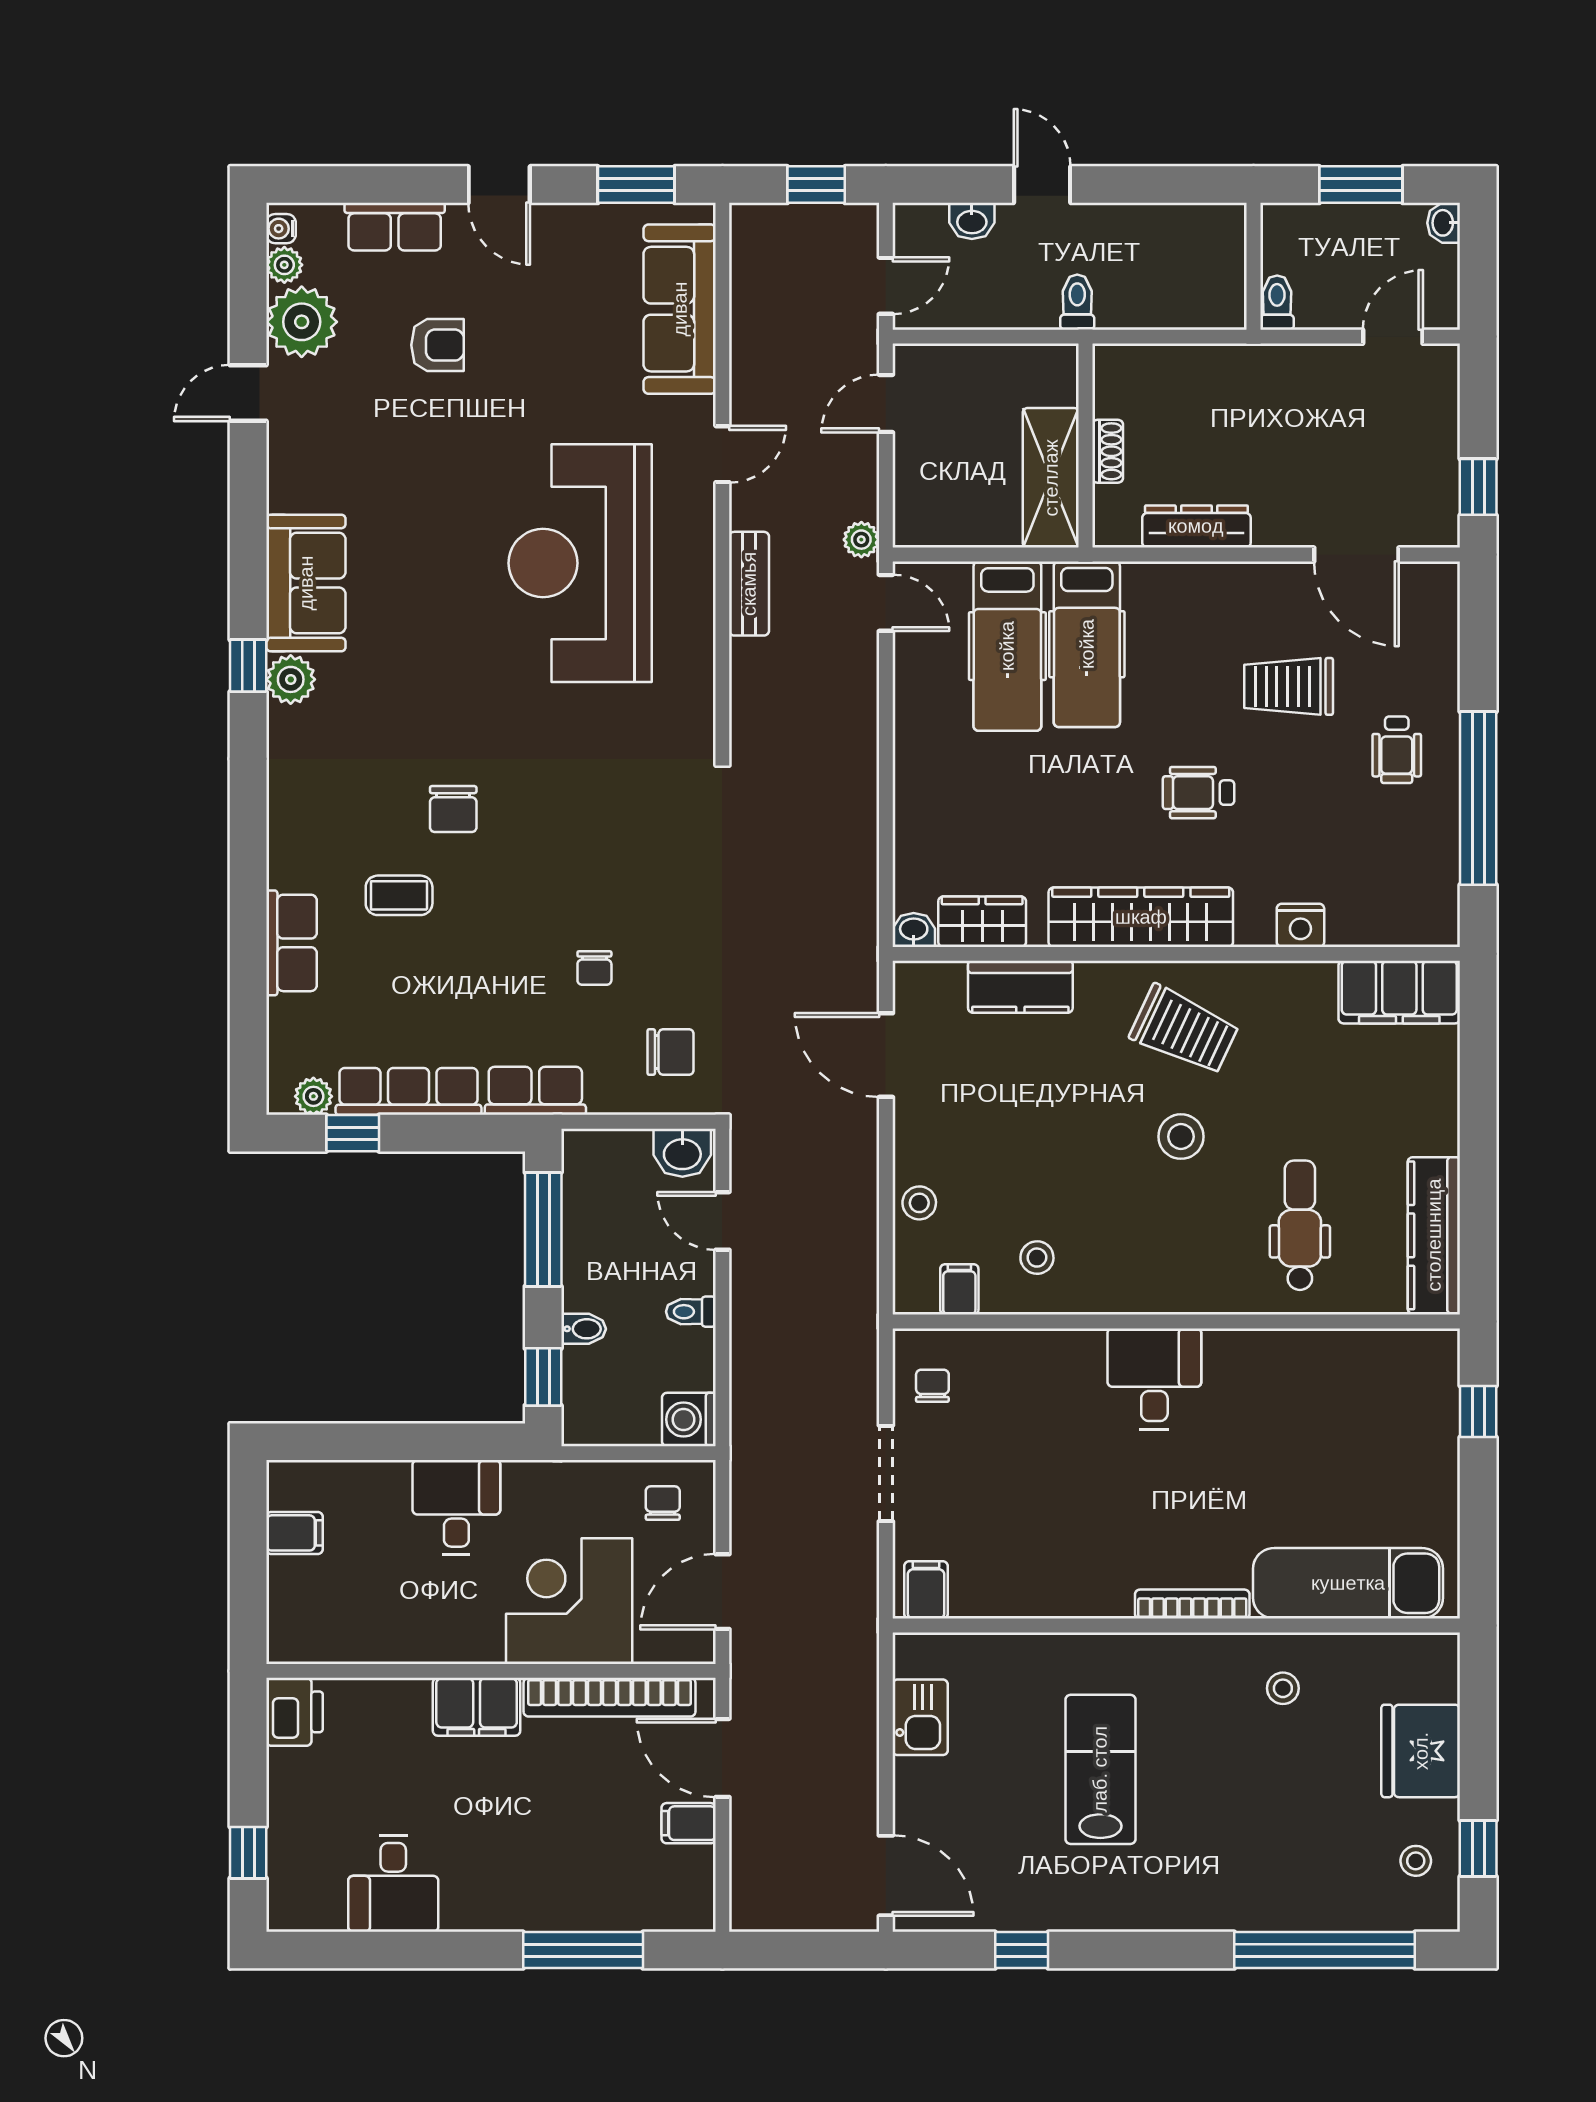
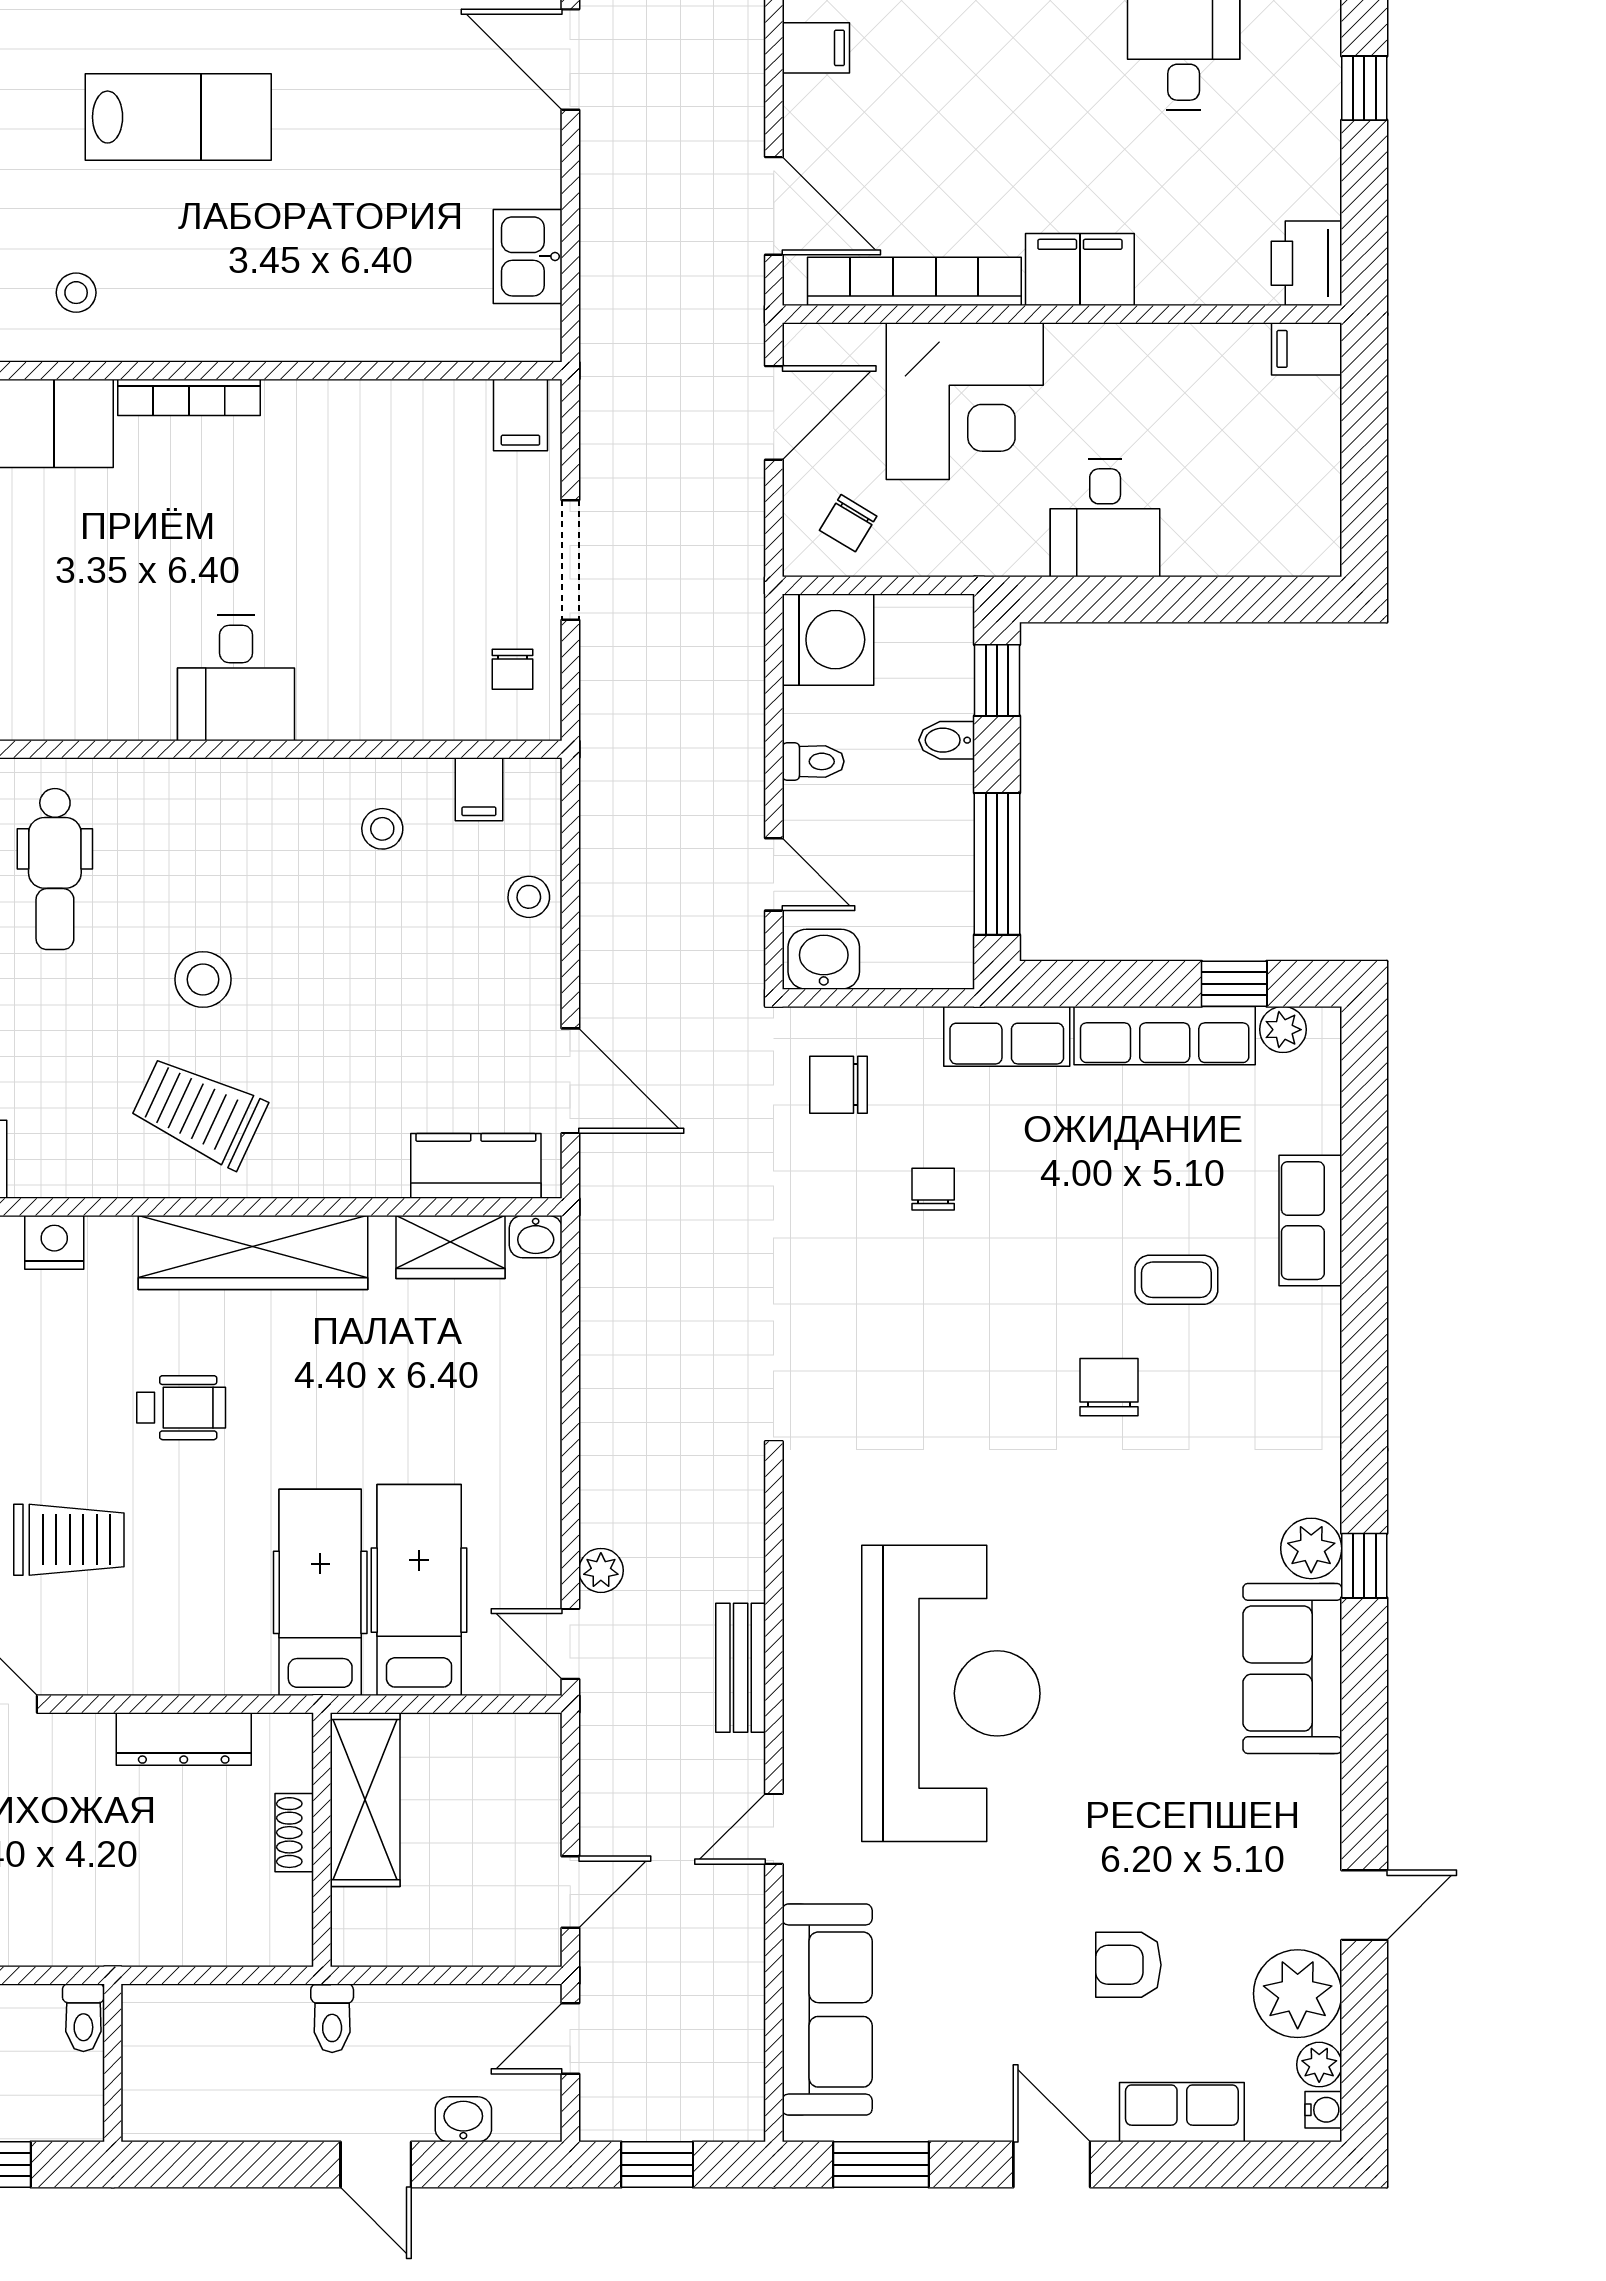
plant: (861, 540) -> (601, 1570), moved
kitchen counter: (1020, 987) -> (476, 1166), moved
washing machine: (689, 1419) -> (828, 640), width x1.37, depth x1.37
chair: (663, 1503) -> (848, 523), turned 31
filing cabinet: (294, 1533) -> (1307, 349), moved
lab bench: (1100, 1769) -> (178, 117), moved, turned -90
filing cabinet: (689, 1823) -> (816, 48), moved

